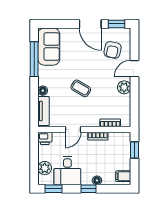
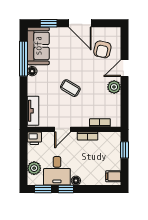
window: (117, 24) -> (49, 23), moved
floor lamp: (43, 91) -> (32, 71), moved
floor lamp: (97, 180) -> (76, 181), moved
window: (89, 189) -> (66, 189), moved

